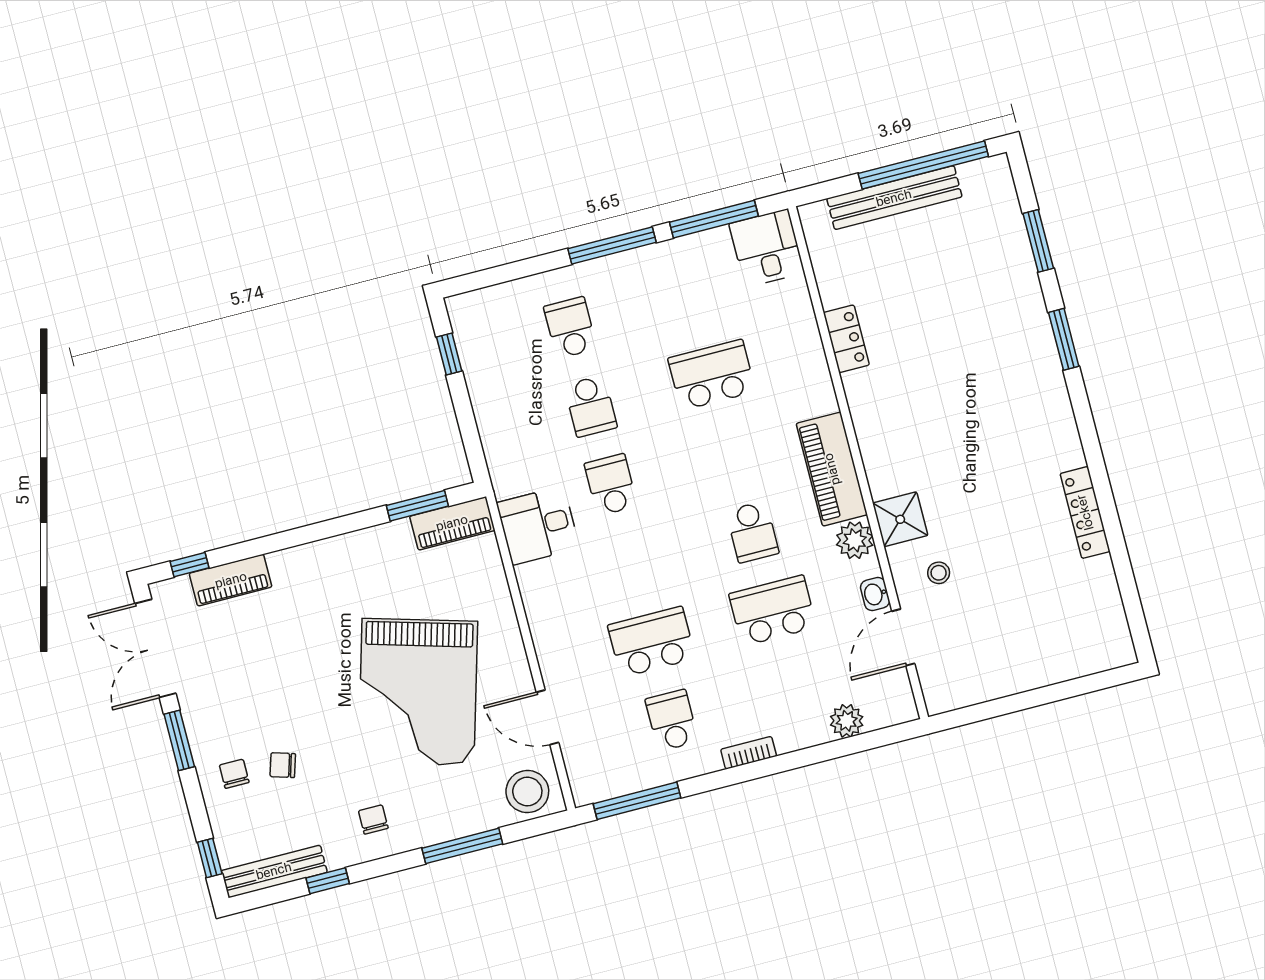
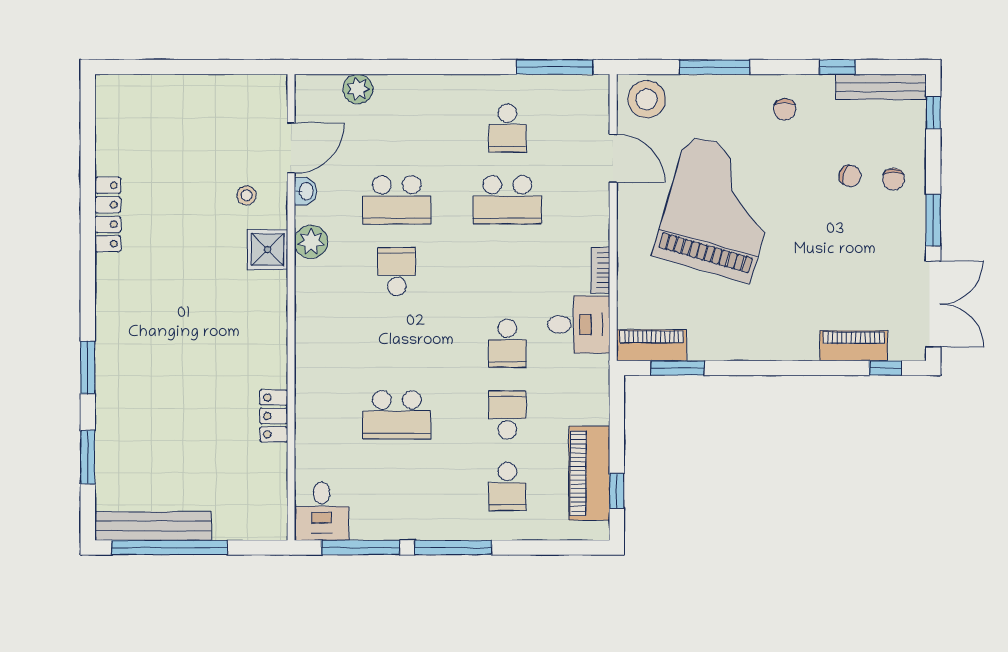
bench: (894, 198) -> (153, 526), moved
piano: (832, 469) -> (589, 473), moved, turned 180
bookcase: (749, 753) -> (600, 270), moved, turned 90

